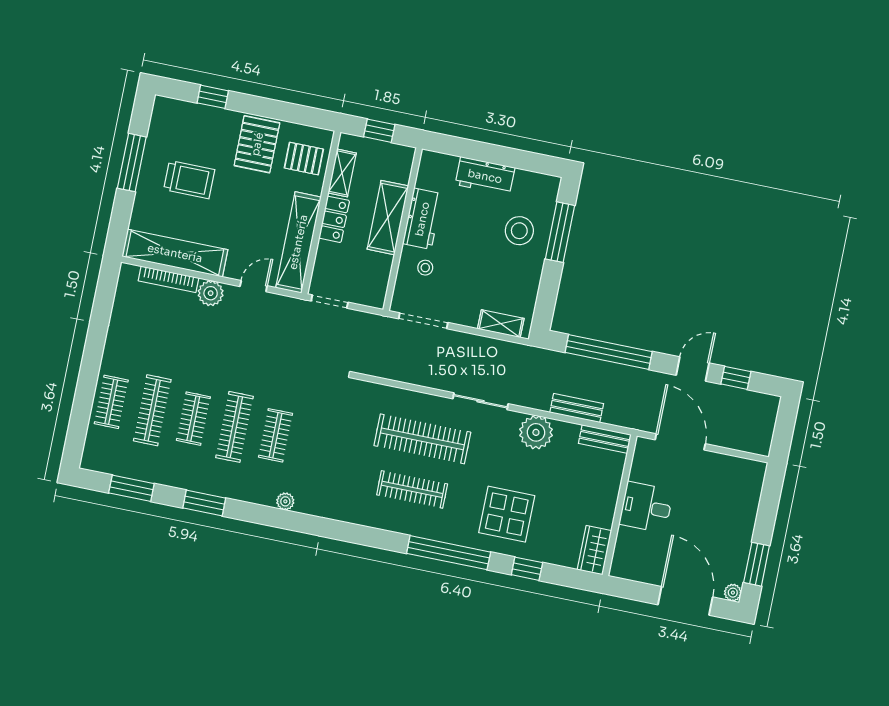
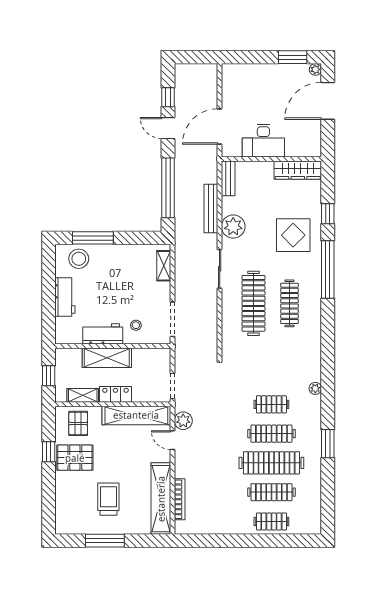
window: (213, 97) -> (49, 452), moved
stool: (519, 231) -> (79, 259), moved
plant: (211, 293) -> (183, 421), moved
bench: (577, 408) -> (211, 209), width x1.36
clothes rail: (193, 419) -> (271, 463), width x1.86, depth x1.31
window: (131, 488) -> (328, 496), removed
desk: (646, 507) -> (263, 141), width x1.37
wardrobe: (594, 550) -> (298, 170), width x1.50

